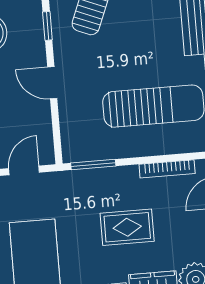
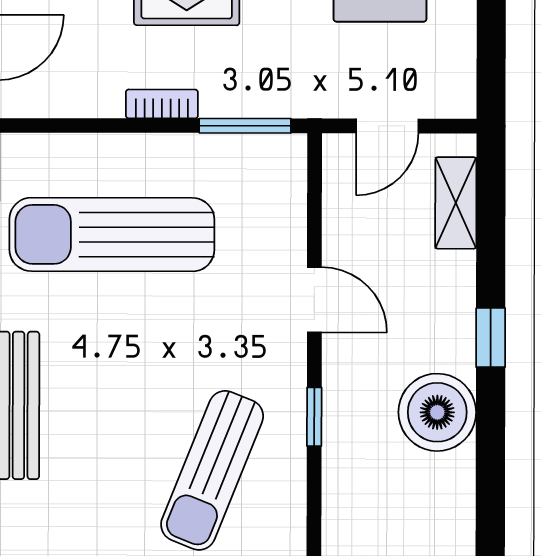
bookcase: (167, 169) -> (162, 104), moved, width x0.64

